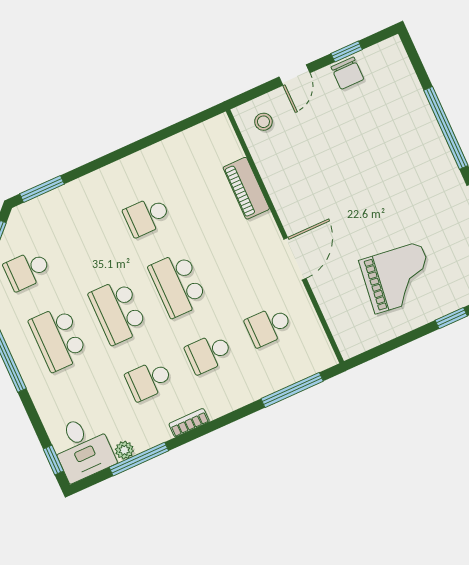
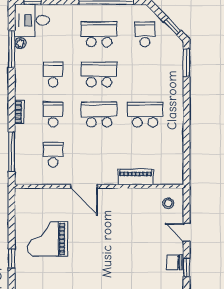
school desk: (147, 216) -> (145, 115), width x1.85
grand piano: (398, 278) -> (48, 239), turned 83
bookcase: (189, 423) -> (19, 112), moved

